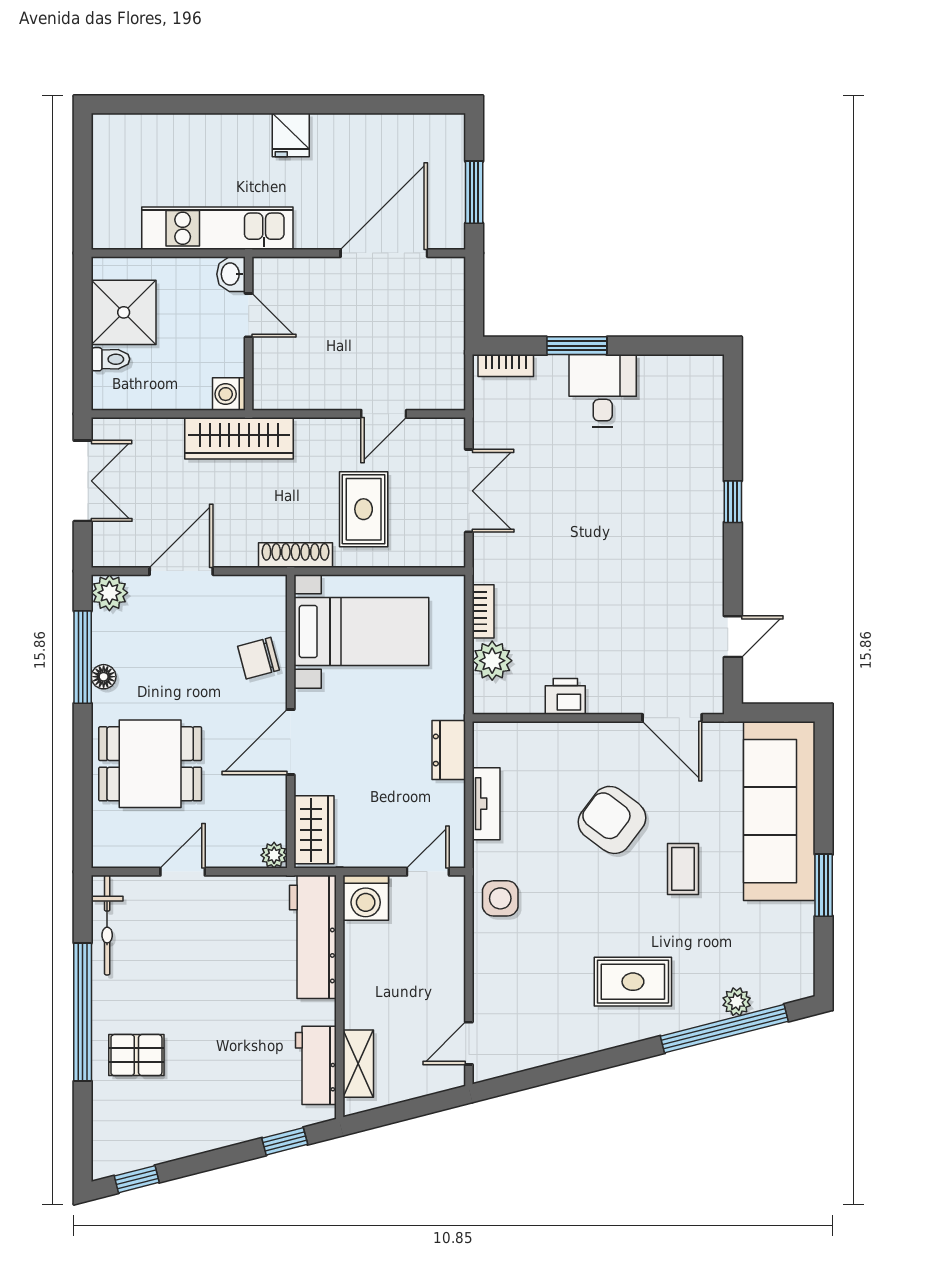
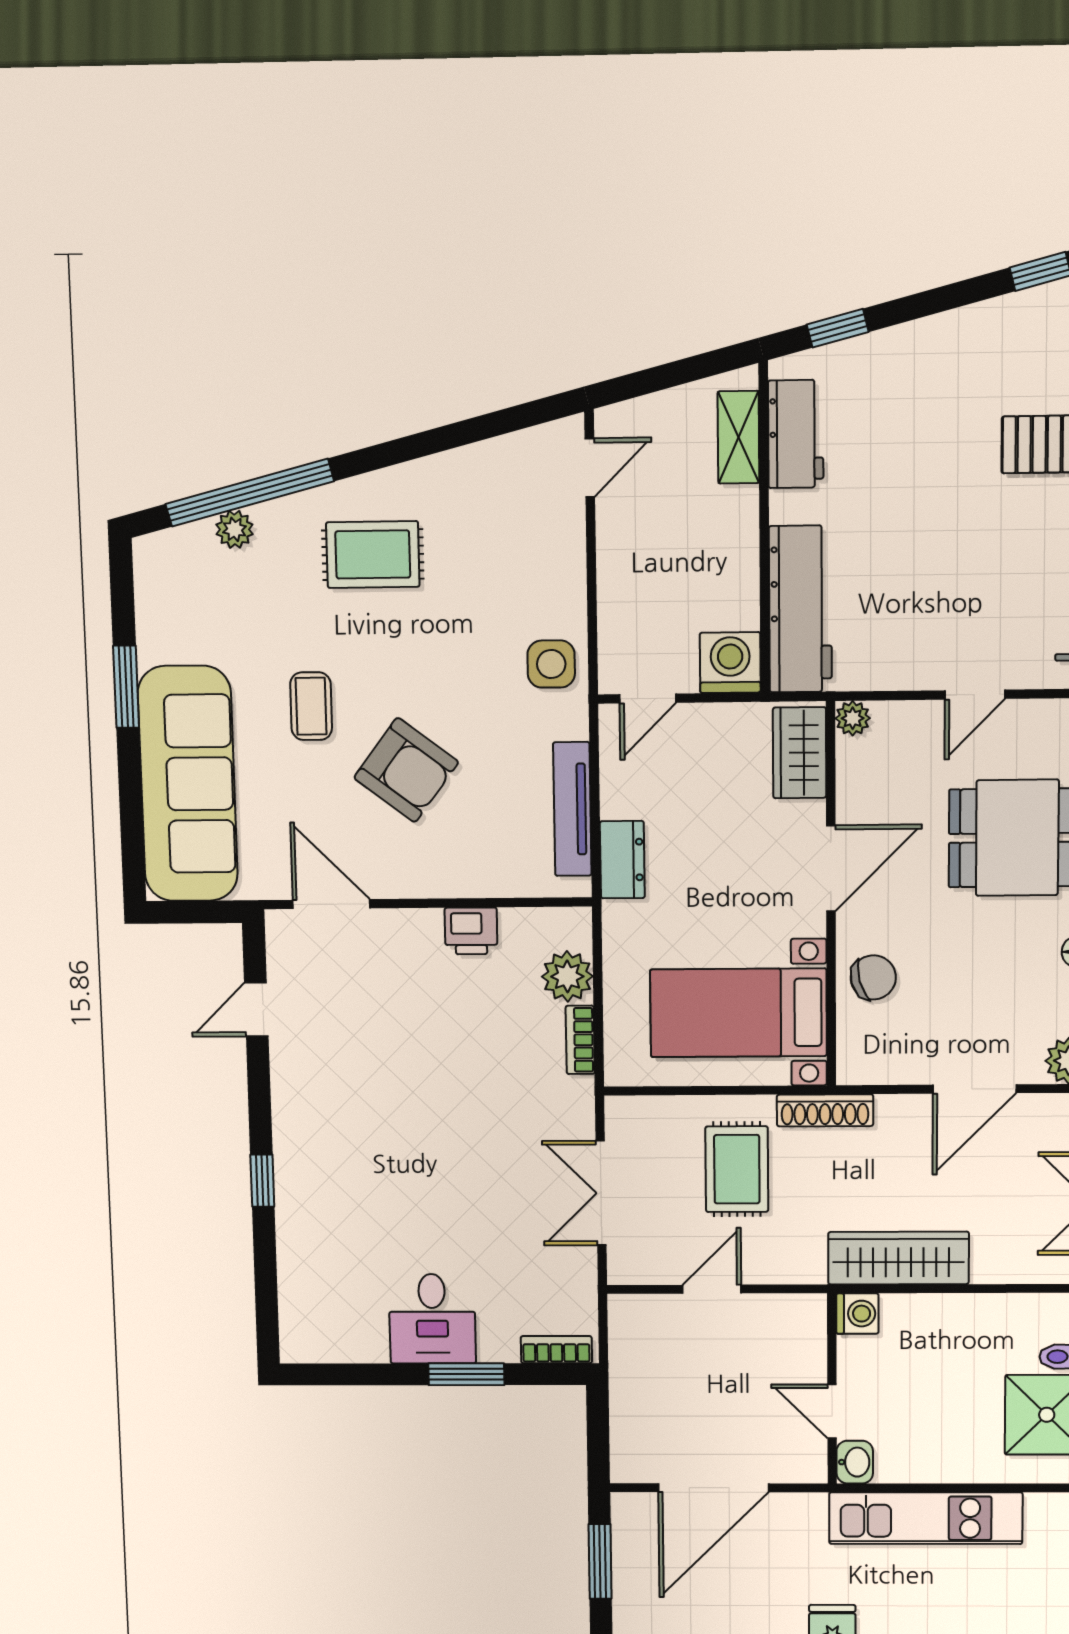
washbasin: (231, 274) -> (855, 1462), moved
door: (249, 315) -> (832, 1411), moved
wall: (249, 333) -> (832, 1389), moved
washing machine: (229, 394) -> (857, 1314), moved
tv unit: (486, 804) -> (572, 809), width x1.41

